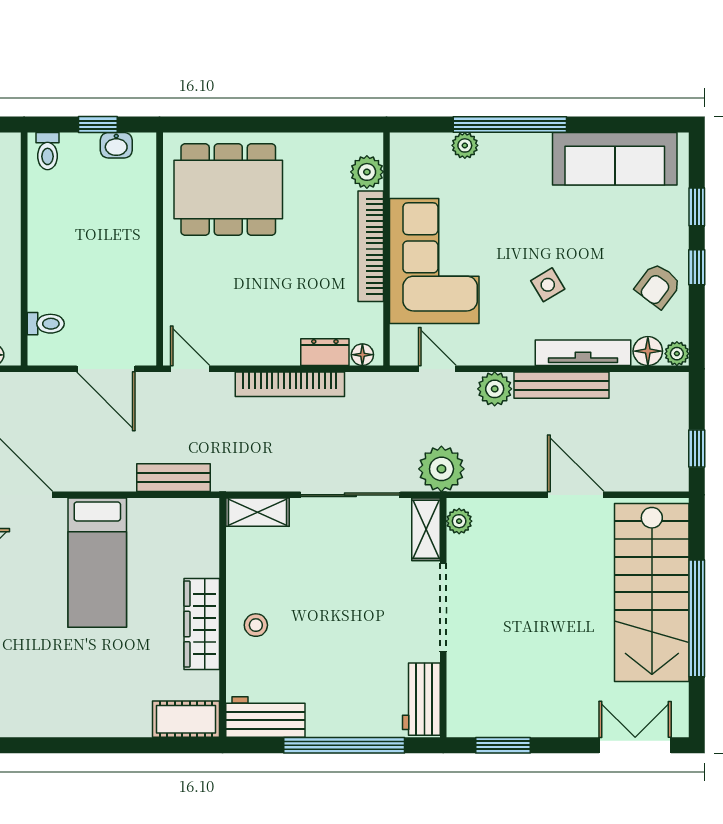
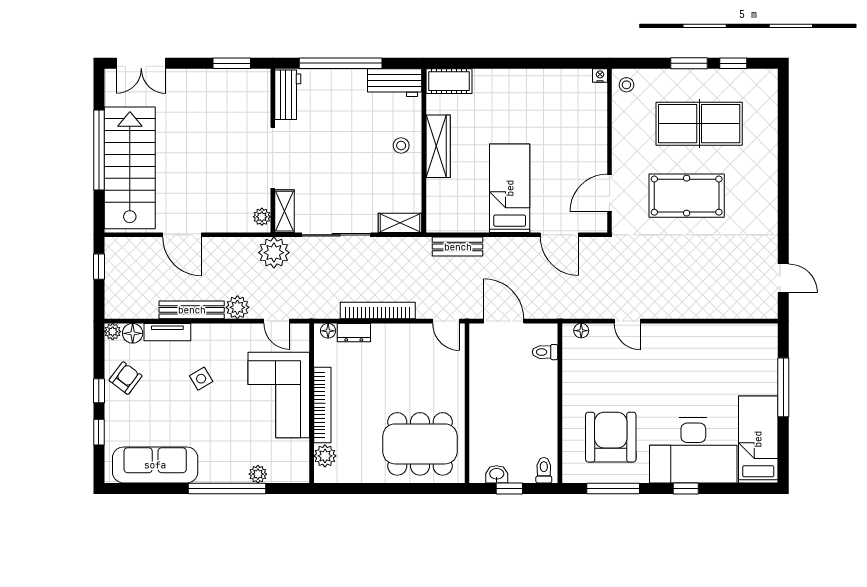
tv unit: (583, 353) -> (167, 332), width x0.71

